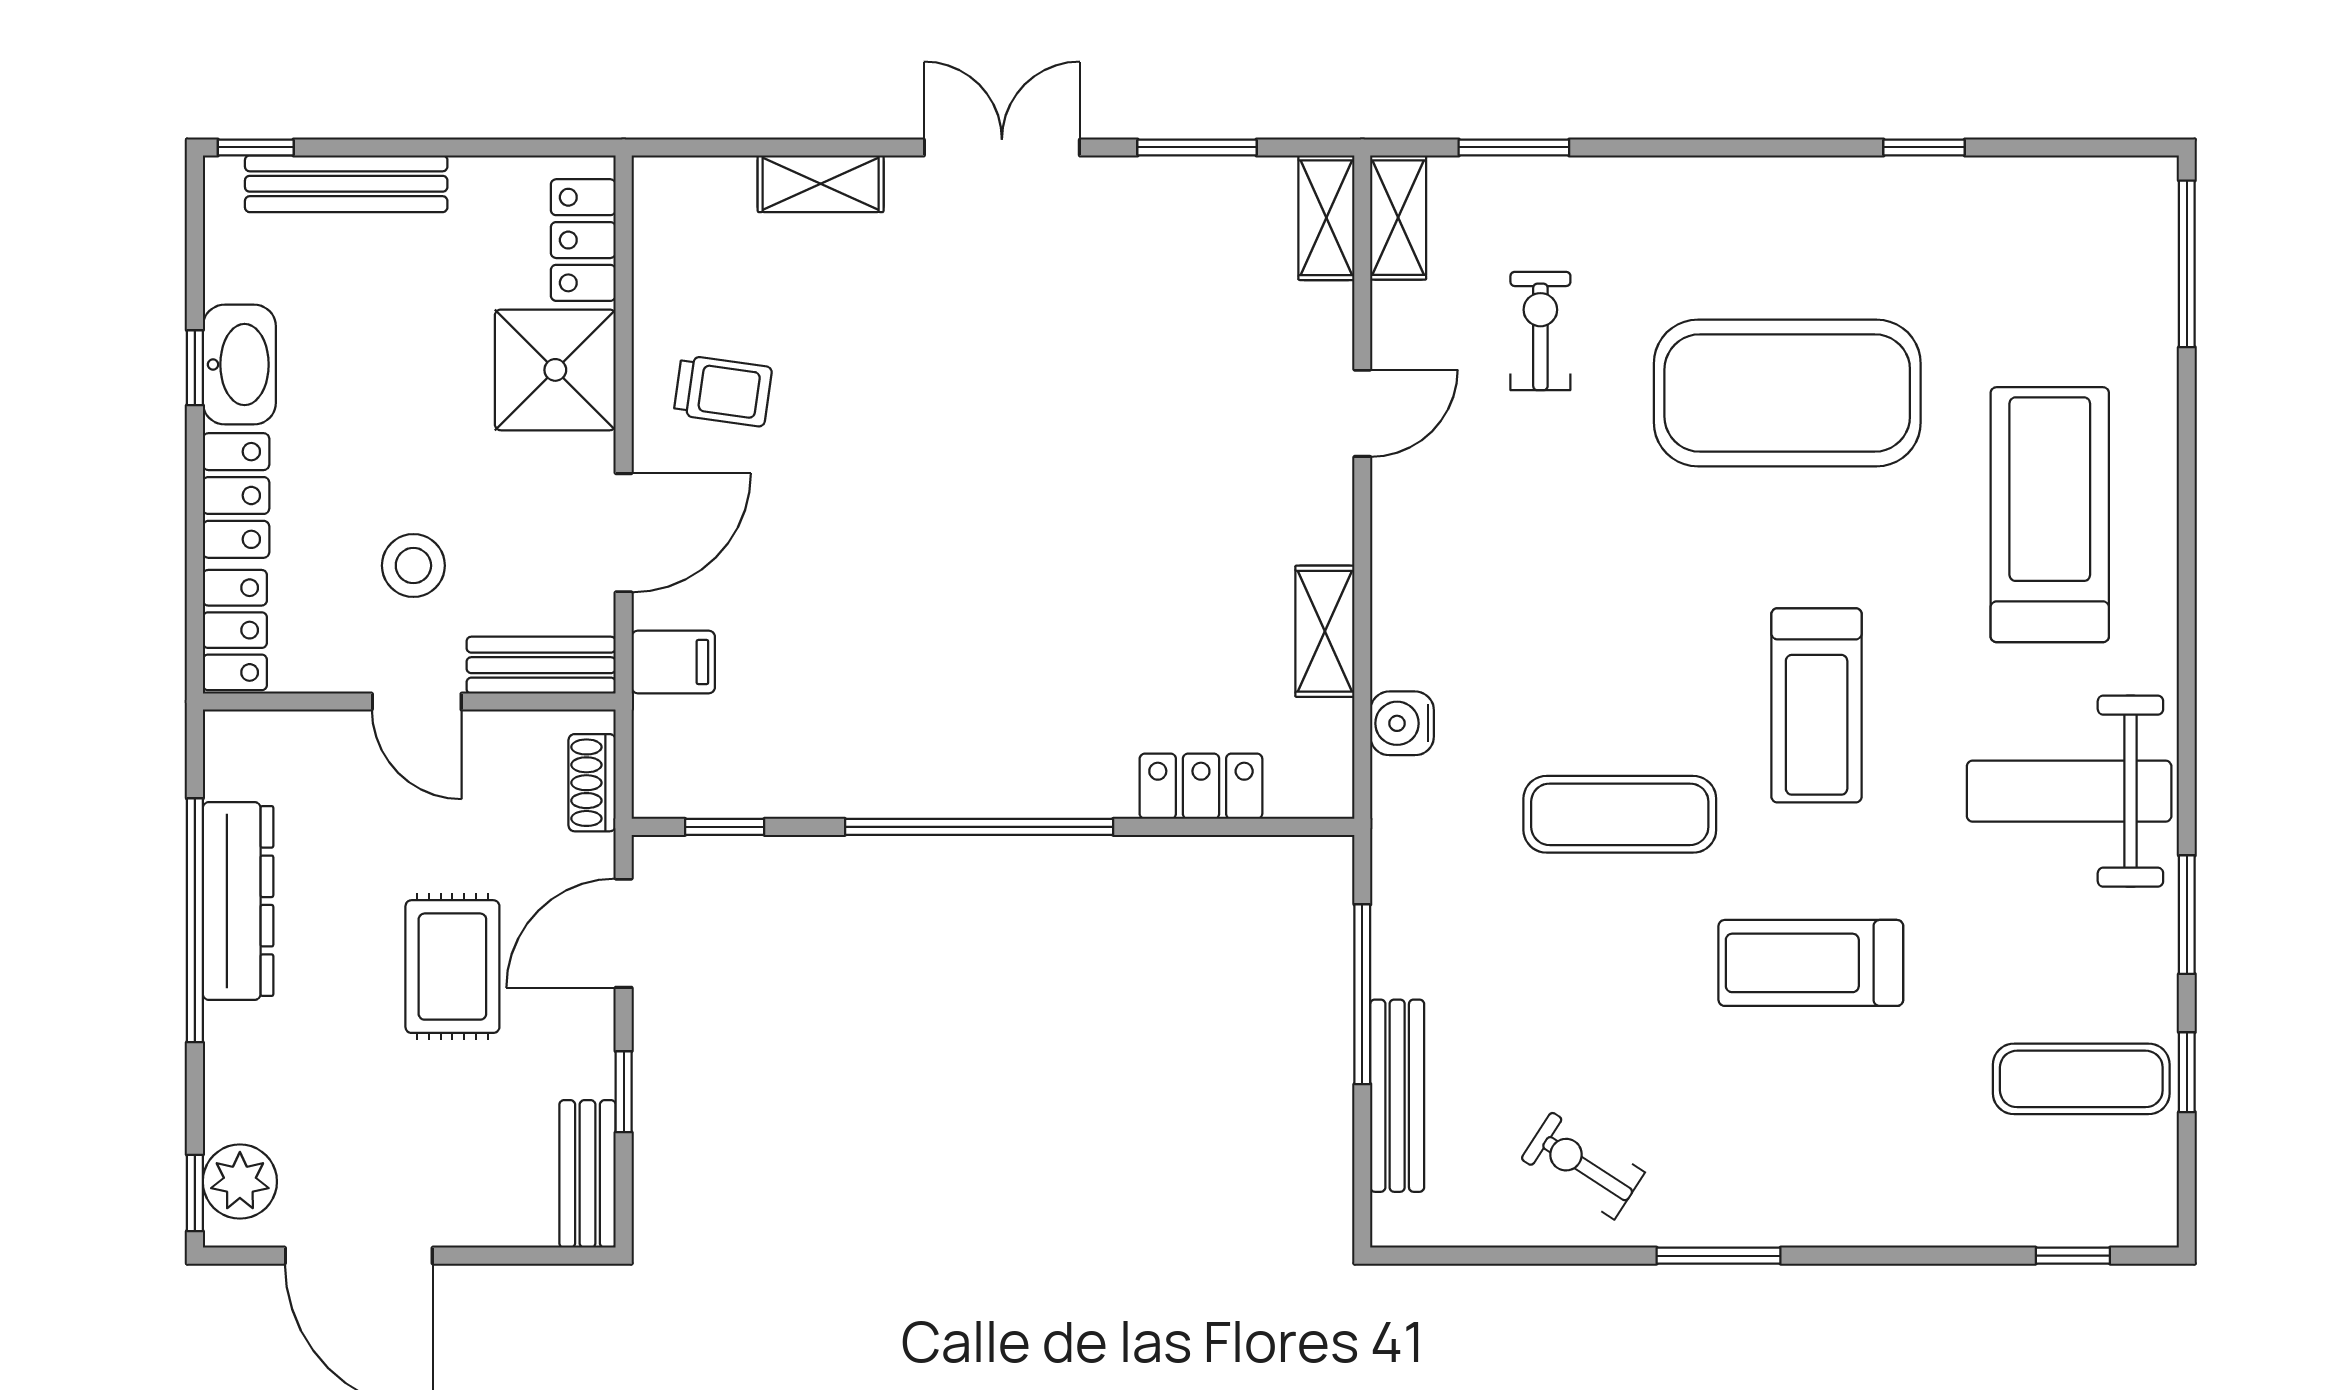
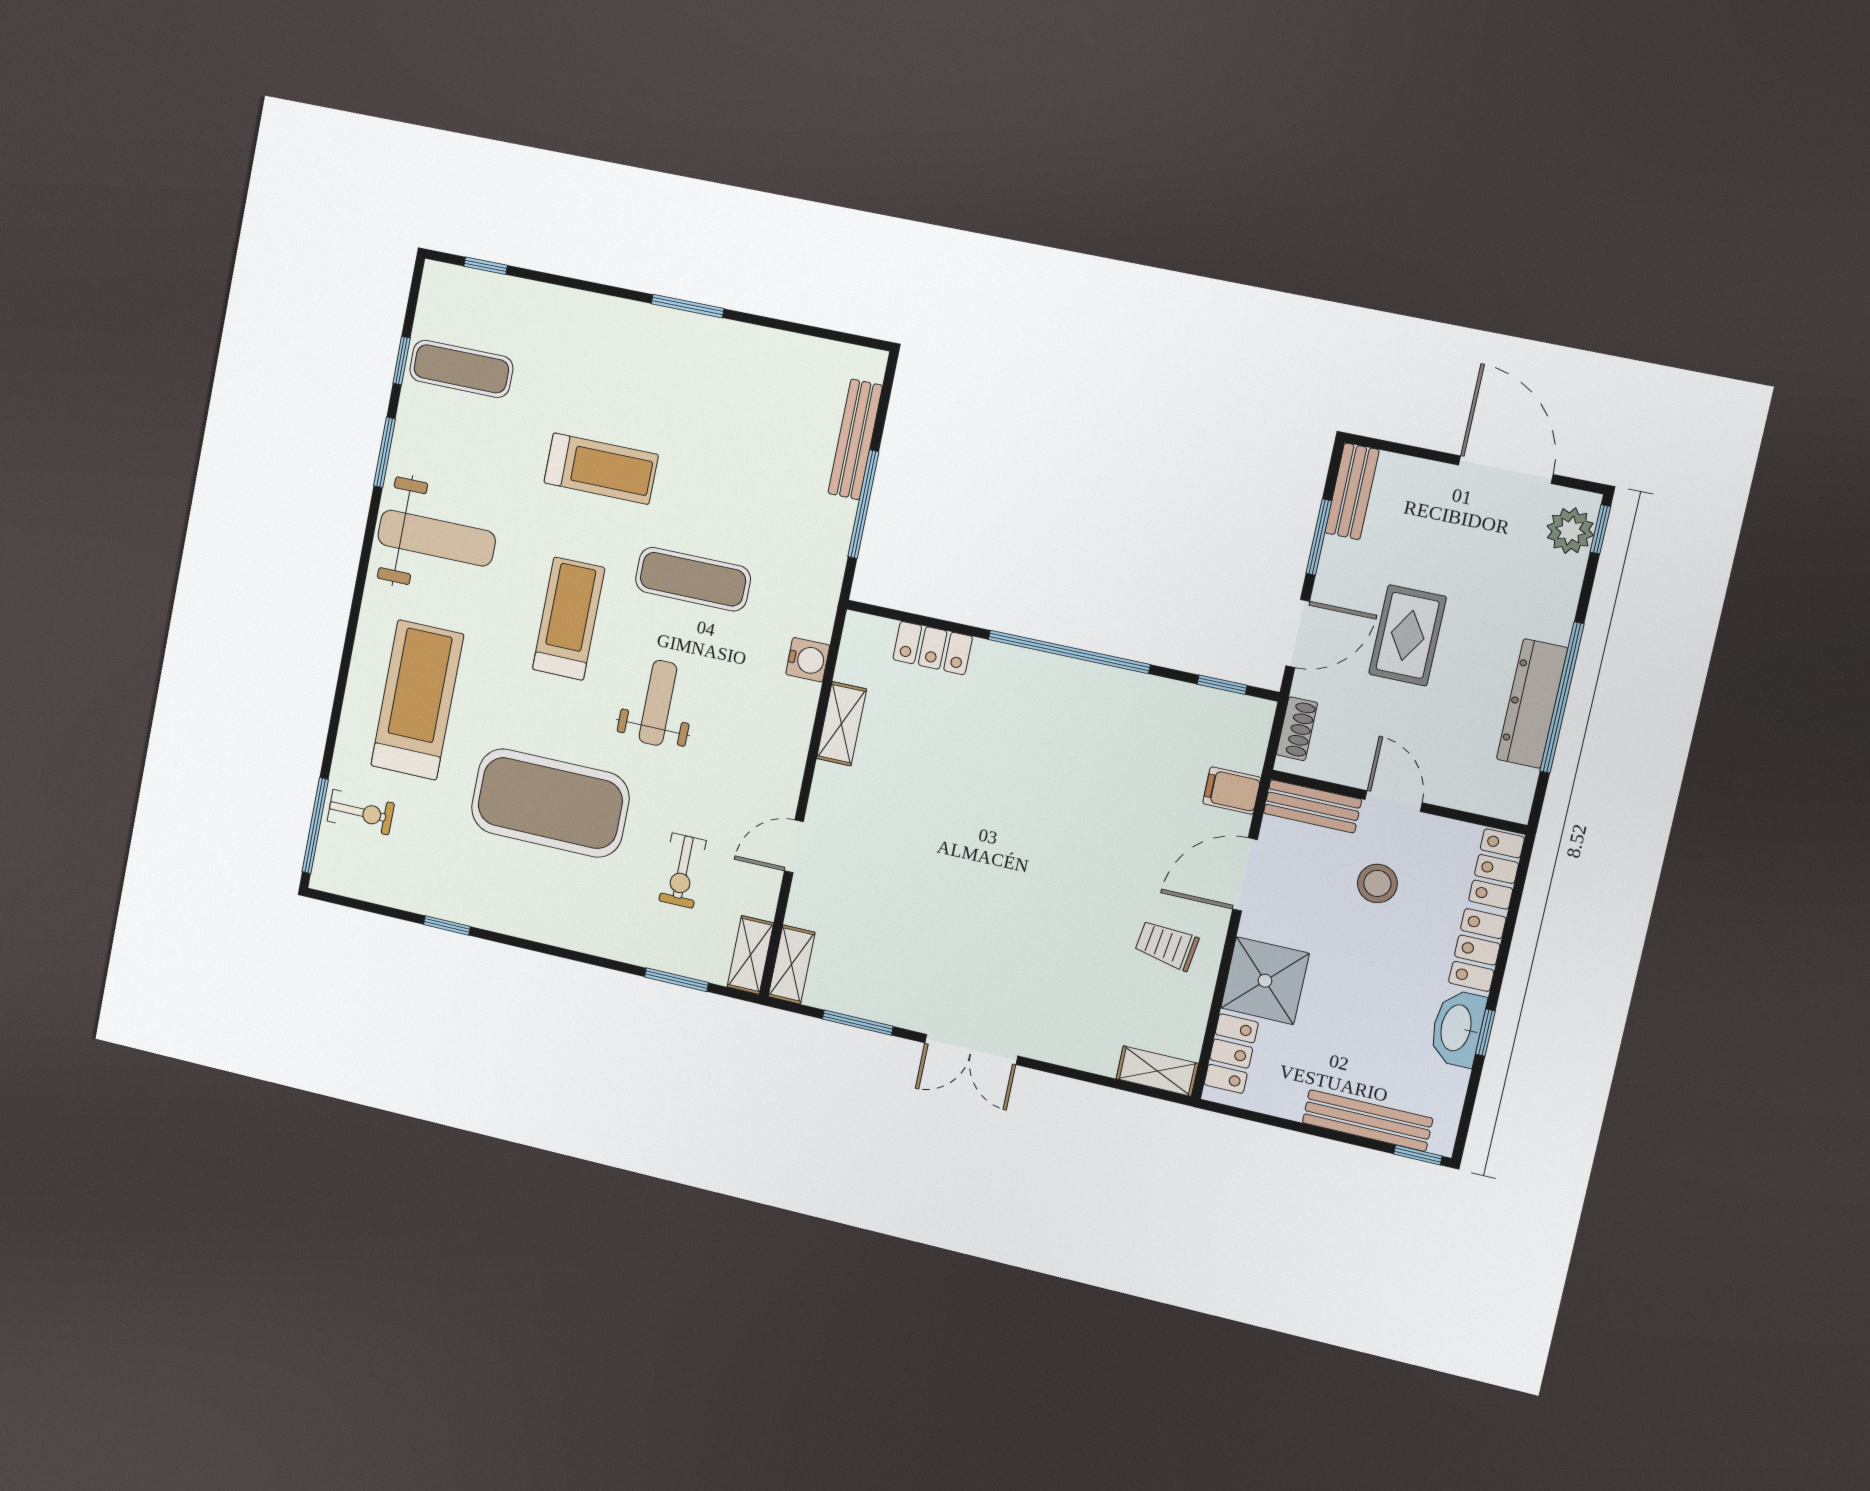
shelving: (821, 184) -> (1157, 1071), moved
treadmill: (2050, 515) -> (417, 700), turned 180
weight bench: (1638, 599) -> (658, 703), added
window: (624, 1092) -> (1319, 537), width x1.50
exercise bike: (1583, 1166) -> (361, 812), moved, turned -33

